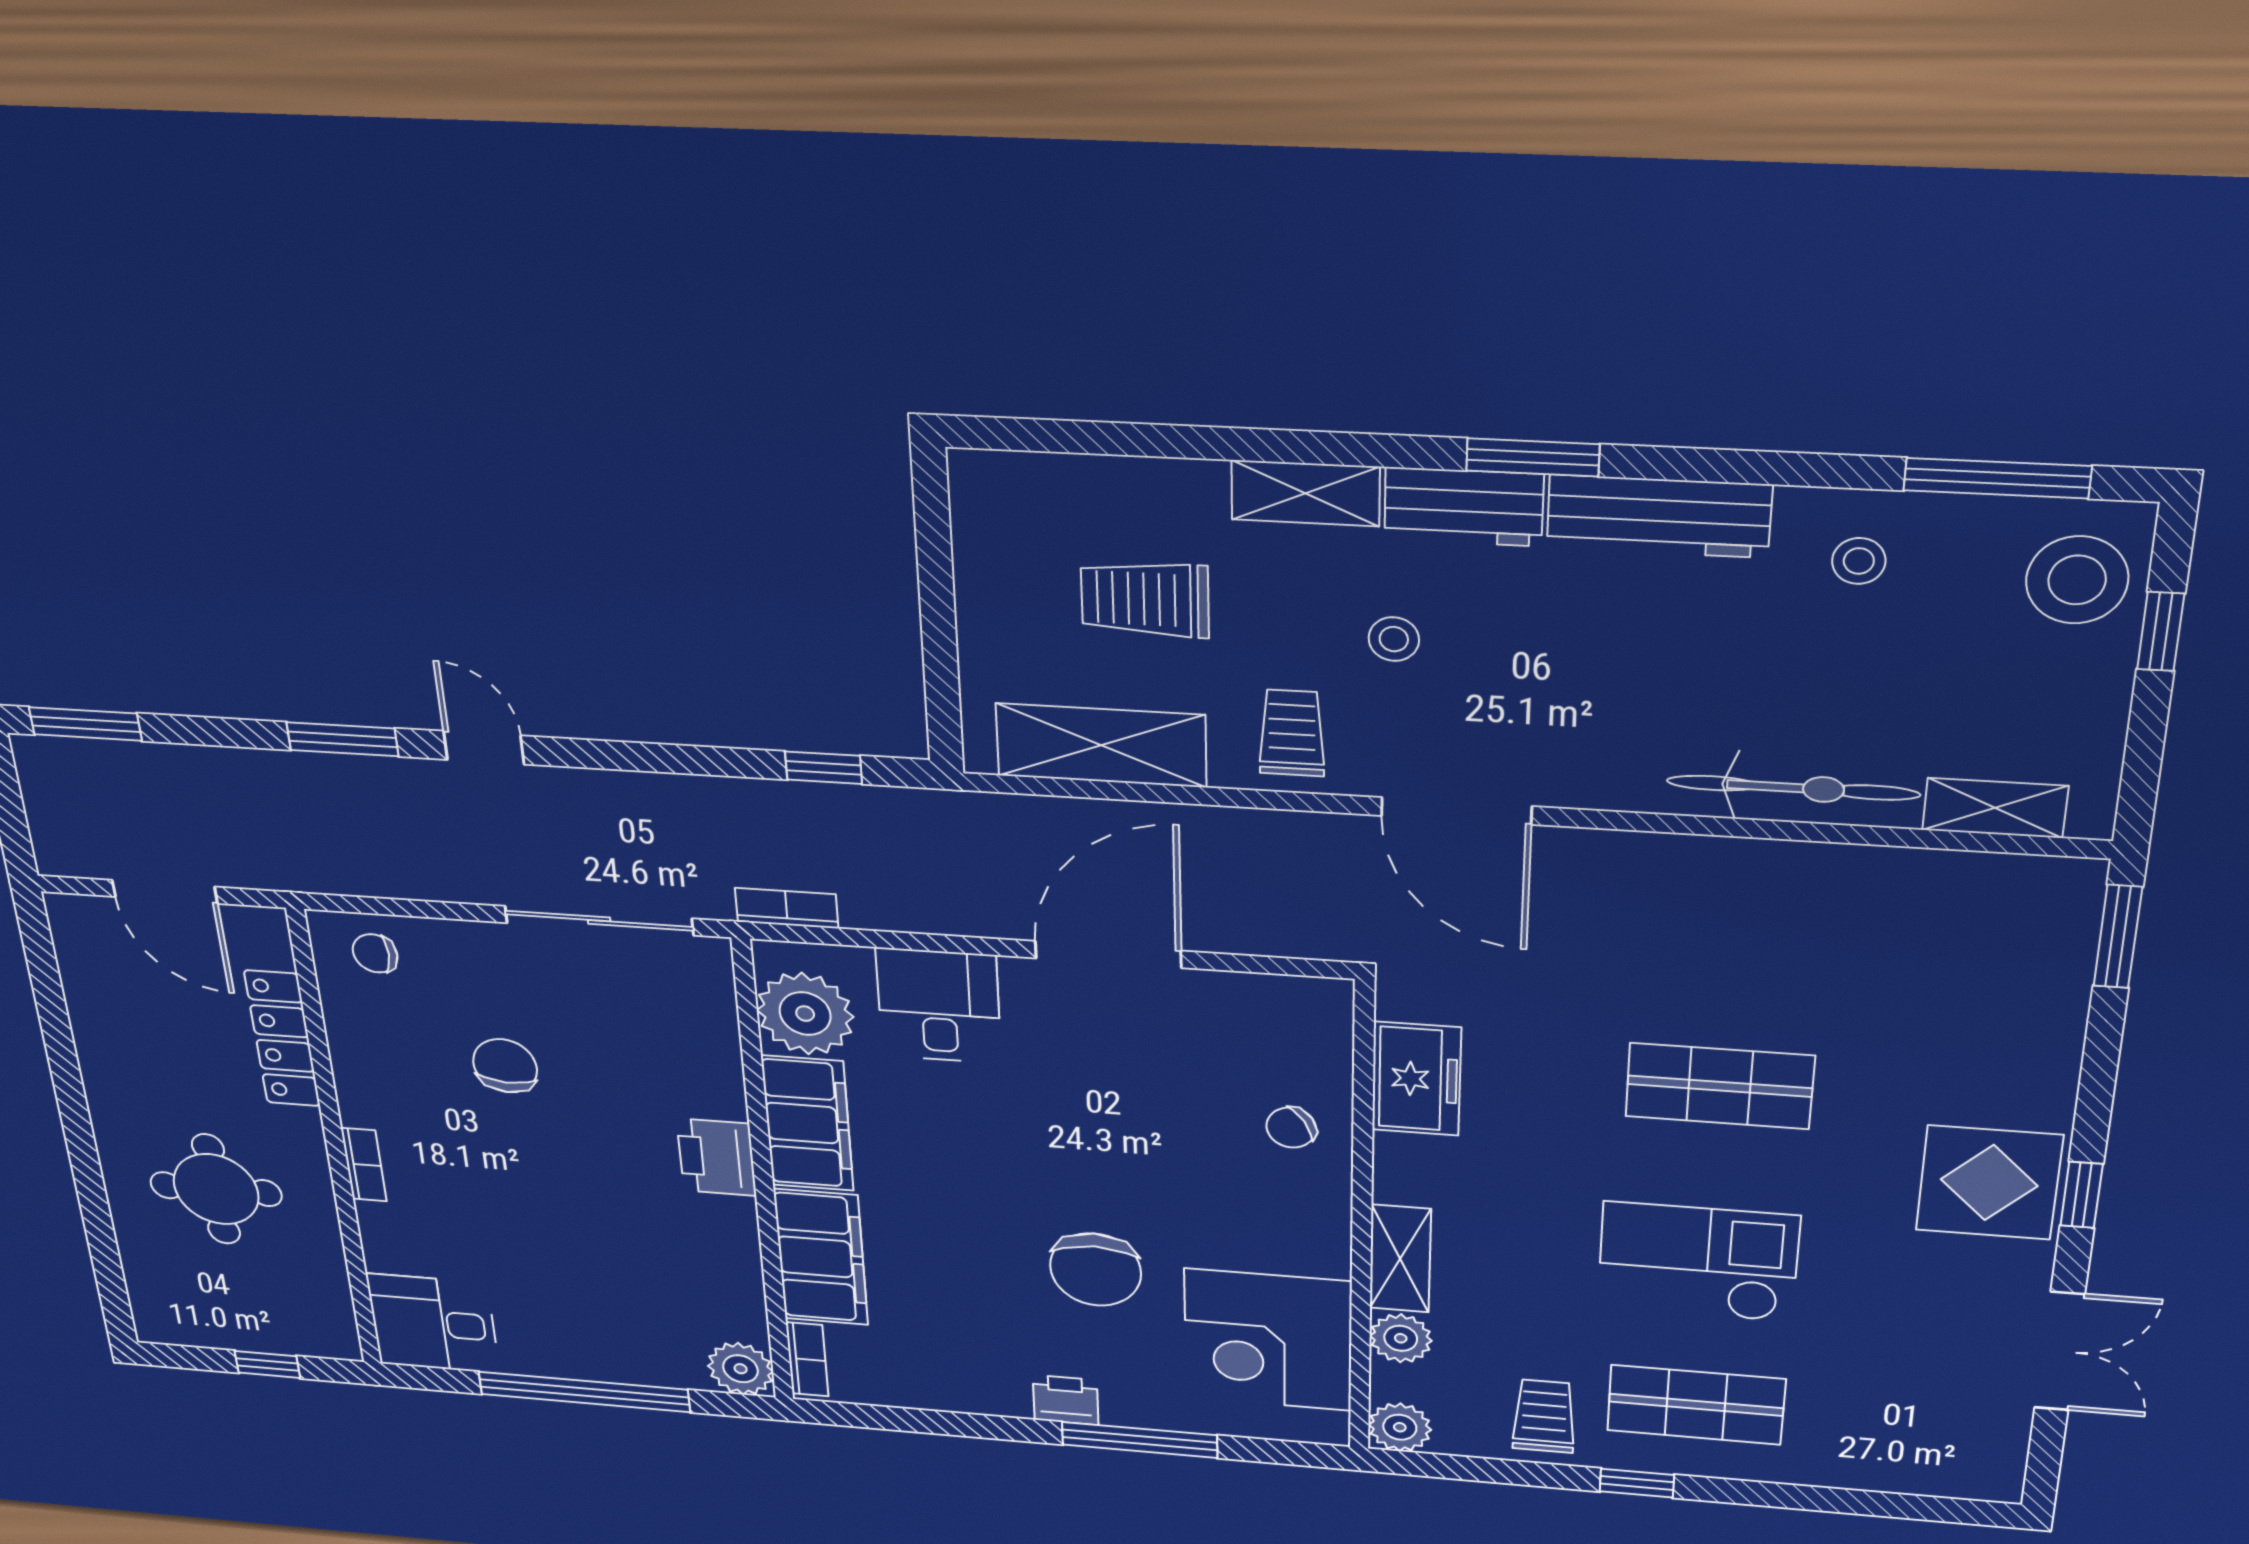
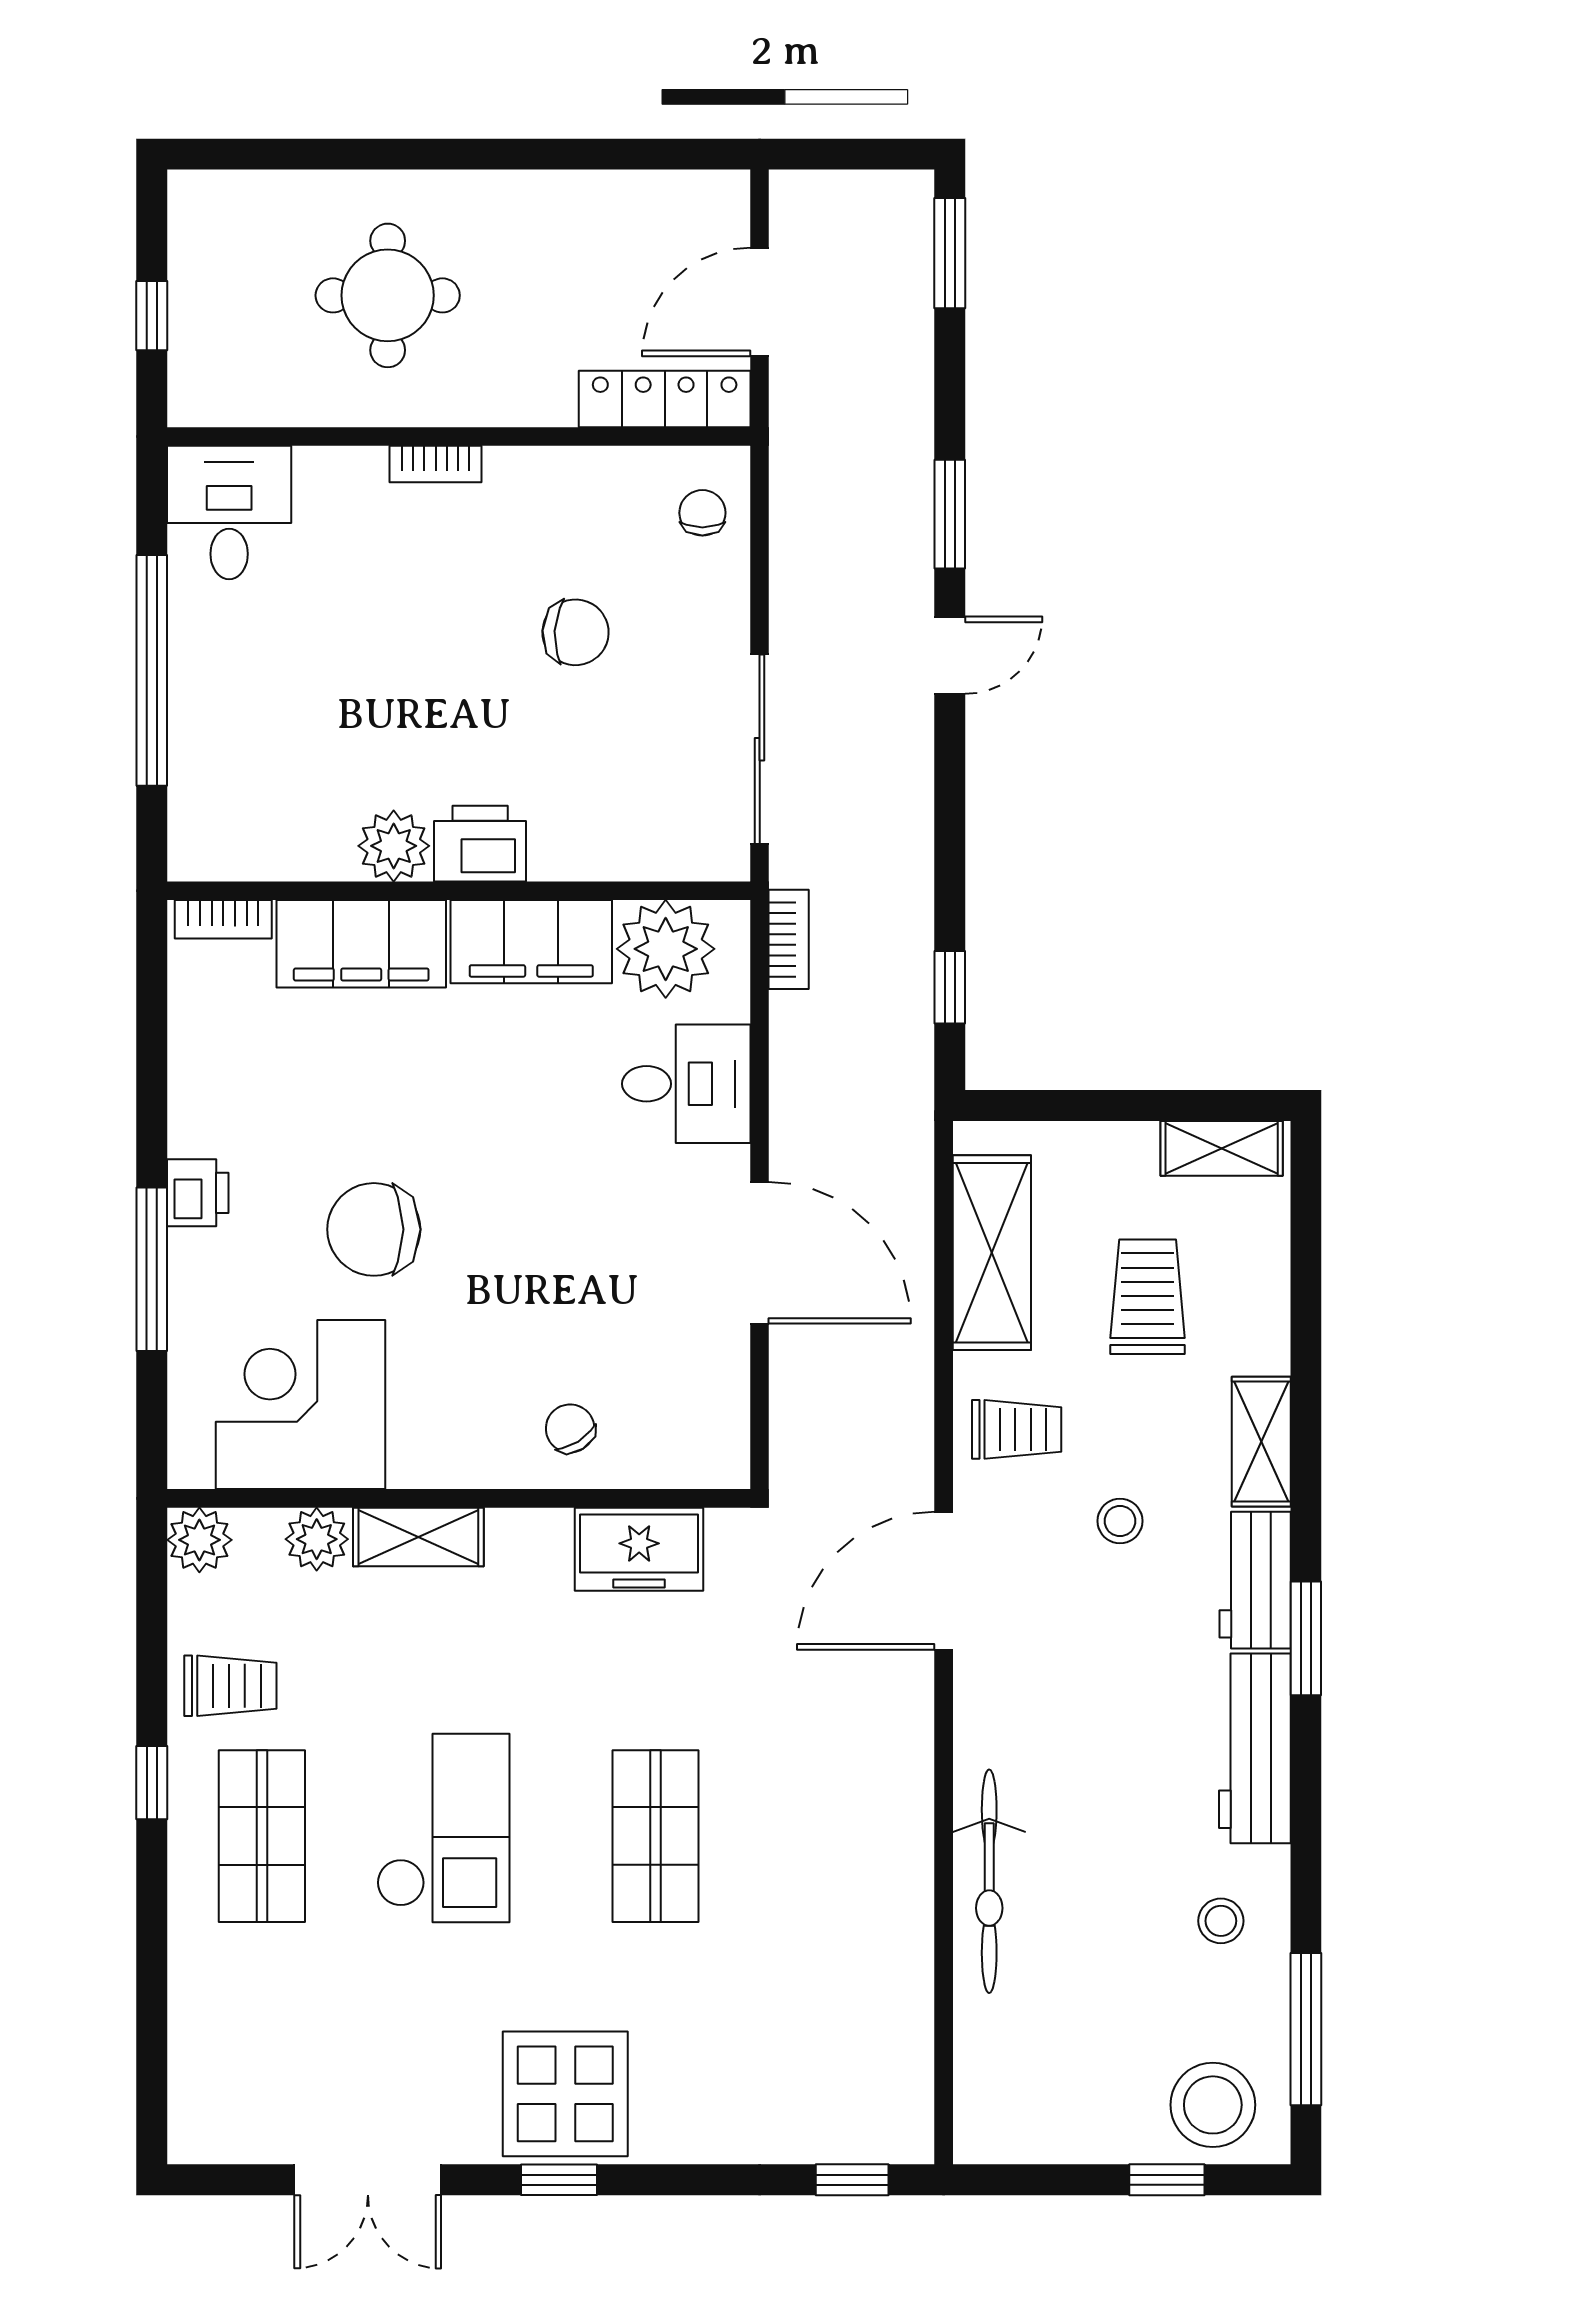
shelving: (1995, 808) -> (1222, 1148), moved, turned 90
window: (2118, 937) -> (852, 2180), width x0.67
locker: (282, 1039) -> (665, 399), moved
plant: (741, 1369) -> (394, 846), moved

